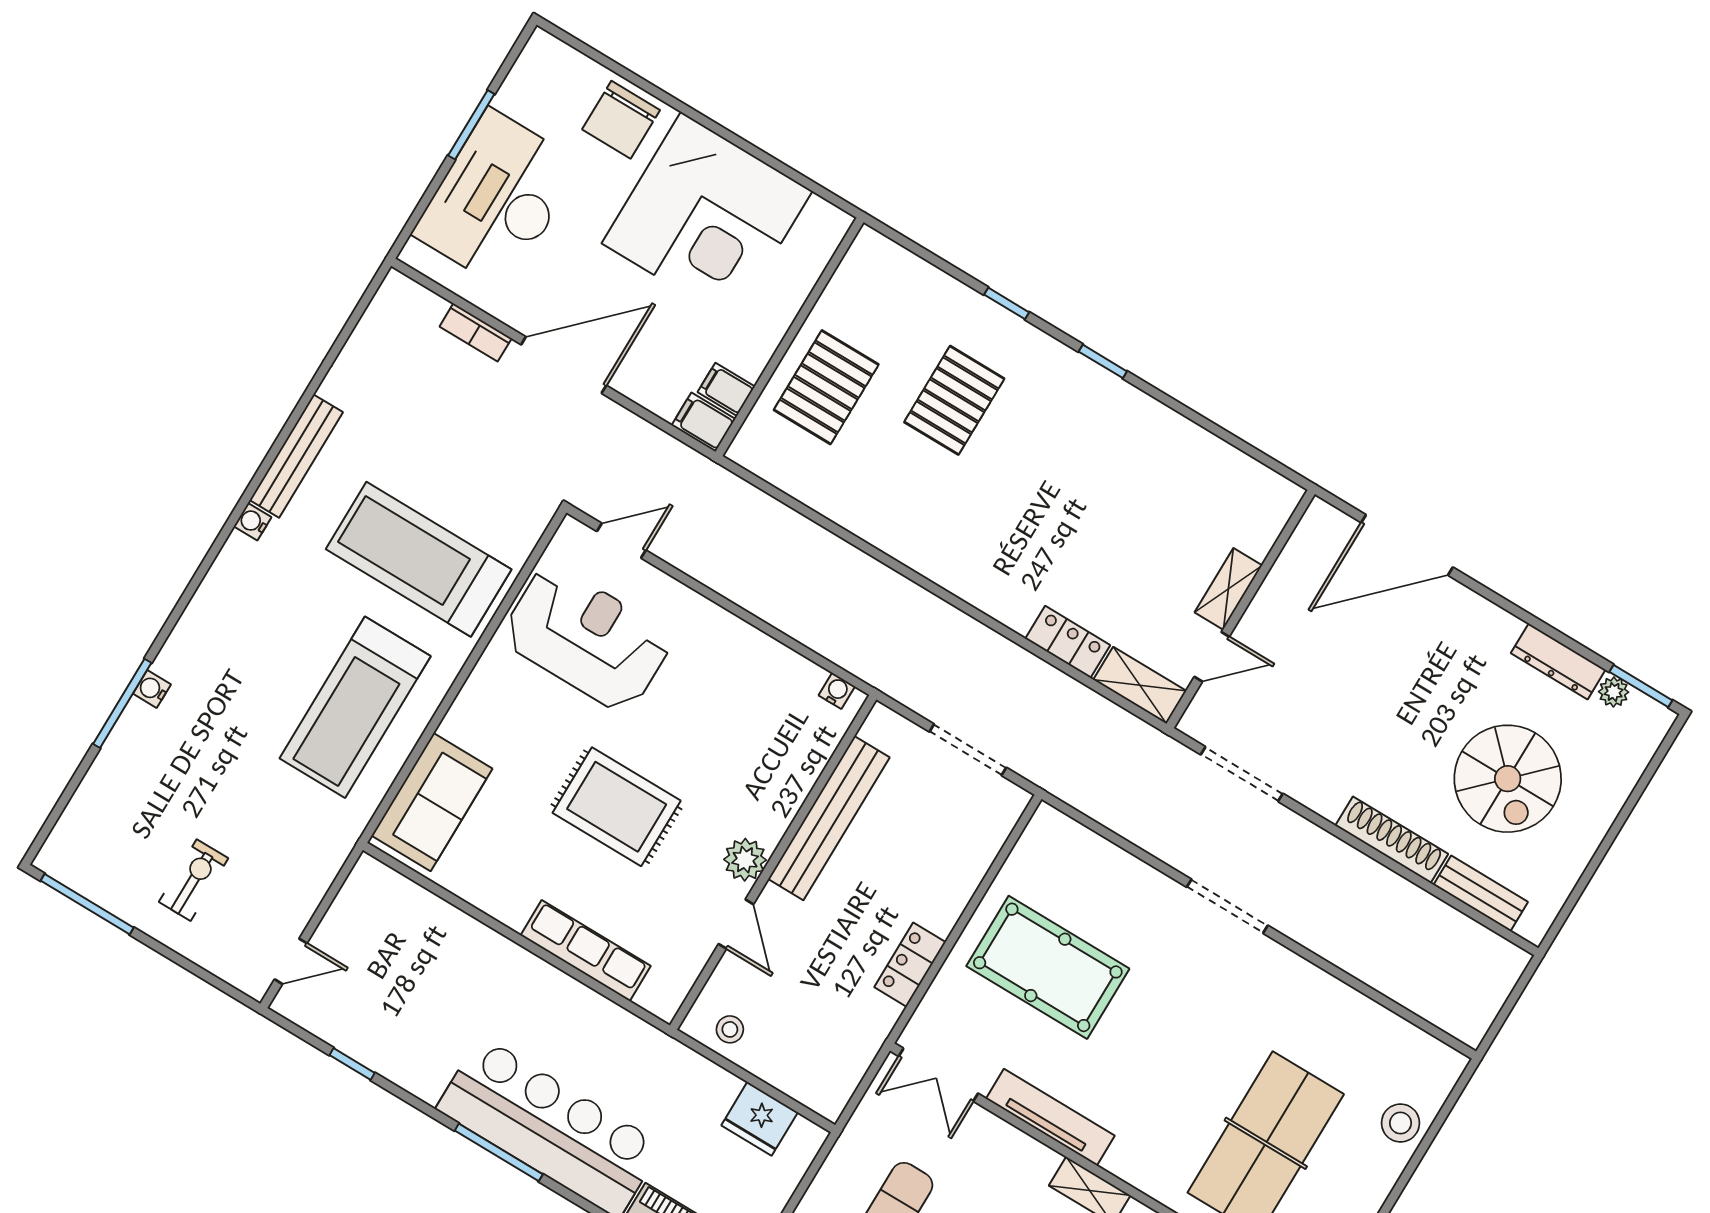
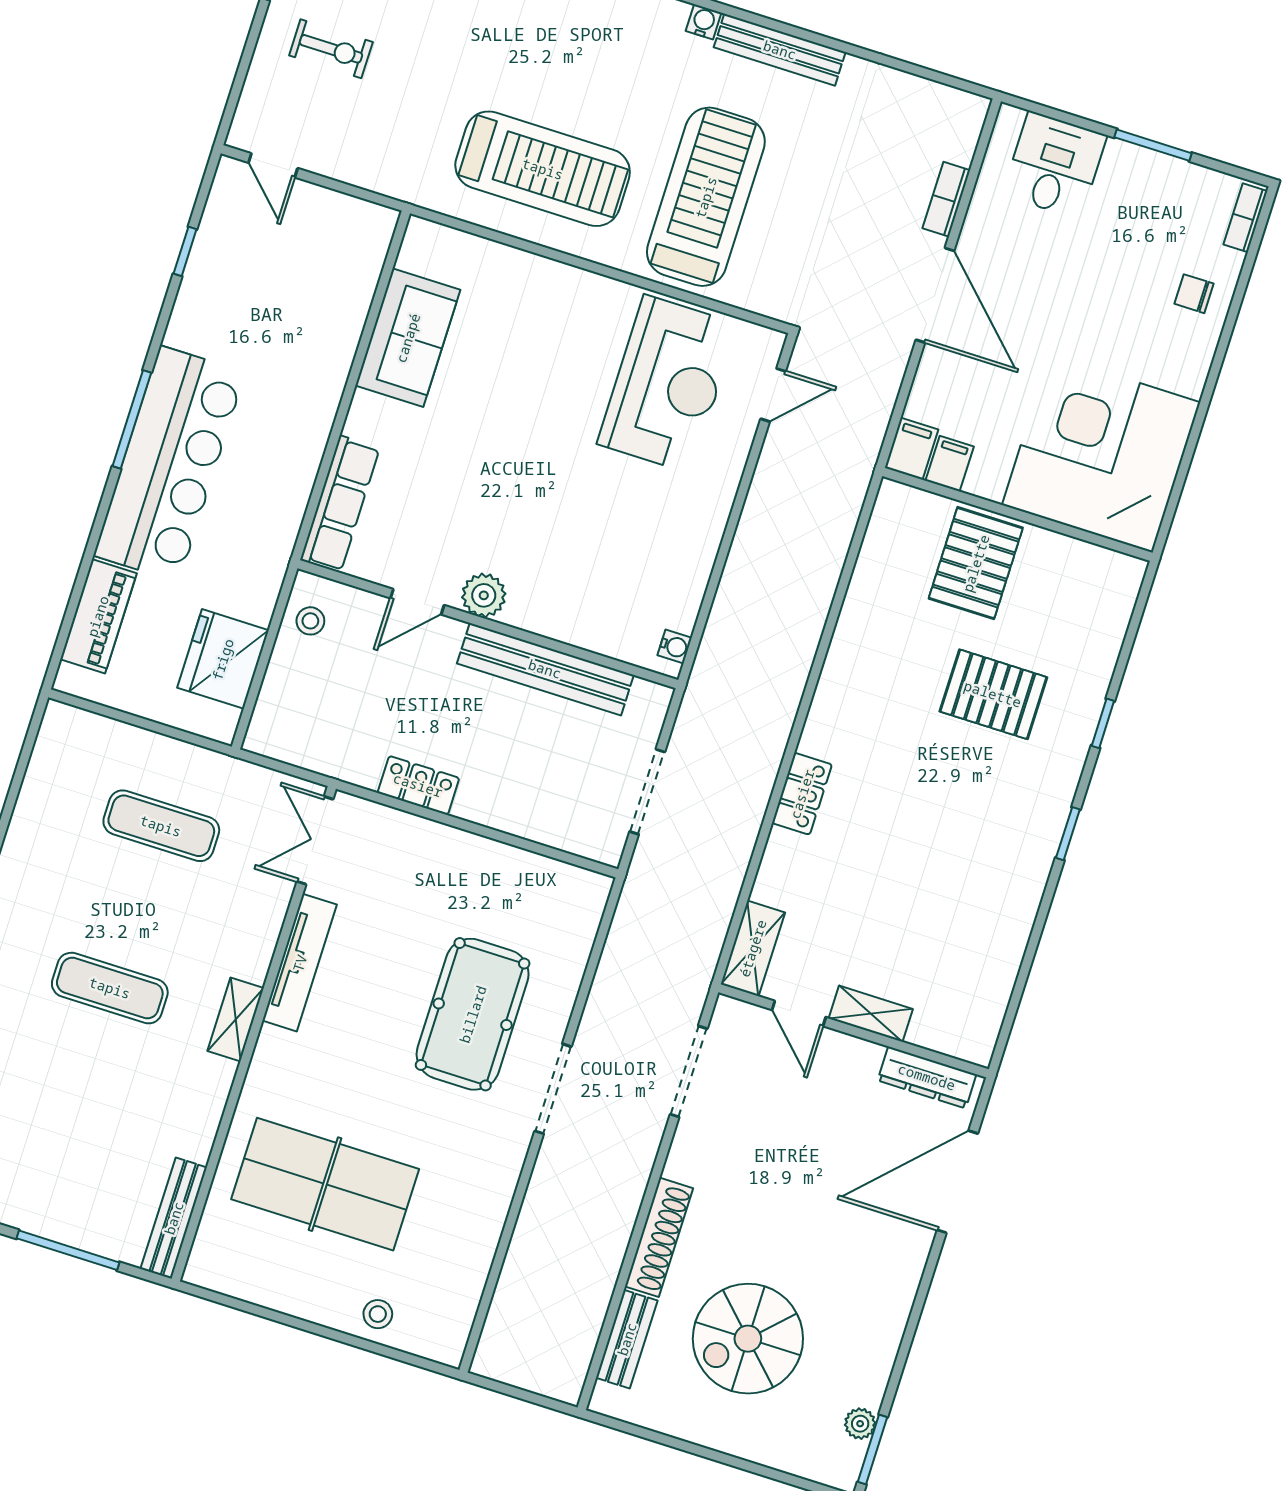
bookcase: (561, 54) -> (1245, 218), added
chair: (621, 120) -> (1194, 294), width x0.54, depth x0.54
desk: (497, 199) -> (1055, 165), width x0.53, depth x0.77
corner desk: (707, 217) -> (1101, 454), moved, turned 90
pallet: (826, 387) -> (976, 563), turned 90
door: (621, 541) -> (773, 395), hinge flipped
door: (1407, 545) -> (957, 1182), hinge flipped
locker: (1068, 642) -> (802, 794), moved
dresser: (1558, 661) -> (927, 1077), moved, turned -90
treadmill: (355, 707) -> (543, 169), turned 180
sofa: (432, 802) -> (408, 338), moved, turned -90
rug: (617, 807) -> (506, 454), removed
row of seats: (586, 951) -> (340, 504), moved
pool table: (1048, 967) -> (473, 1014), moved
fridge: (760, 1119) -> (223, 659), width x1.36, depth x1.34
stool: (1400, 1123) -> (378, 1314), width x0.73, depth x0.73

